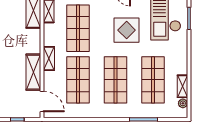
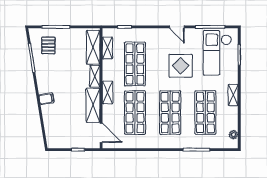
shelving: (35, 41) -> (95, 76), added
shelving: (182, 86) -> (233, 95), moved

